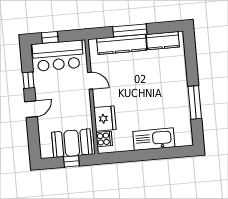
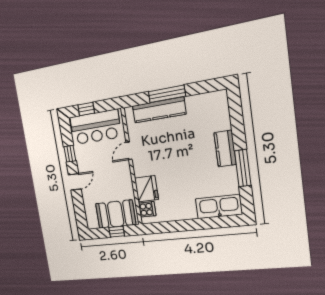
kitchen counter: (163, 41) -> (225, 149), moved, turned 90
door: (90, 81) -> (129, 151), swing flipped
kitchen sink: (154, 139) -> (219, 207), moved

